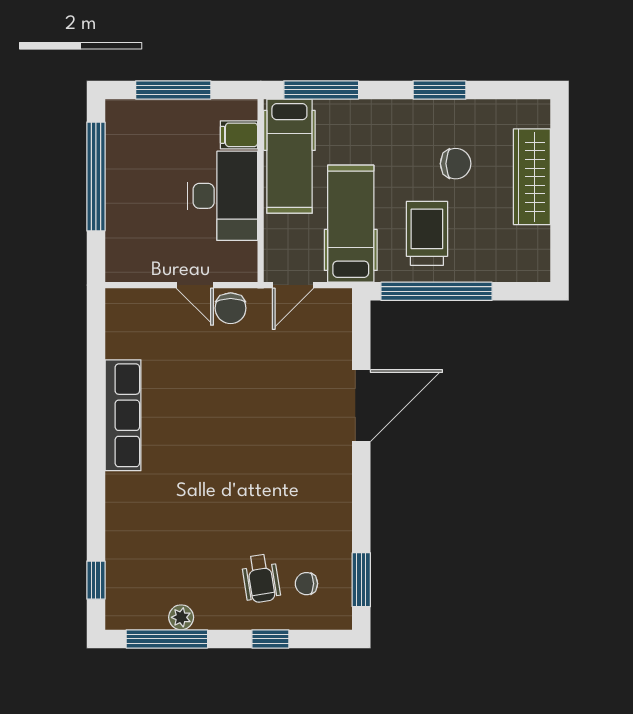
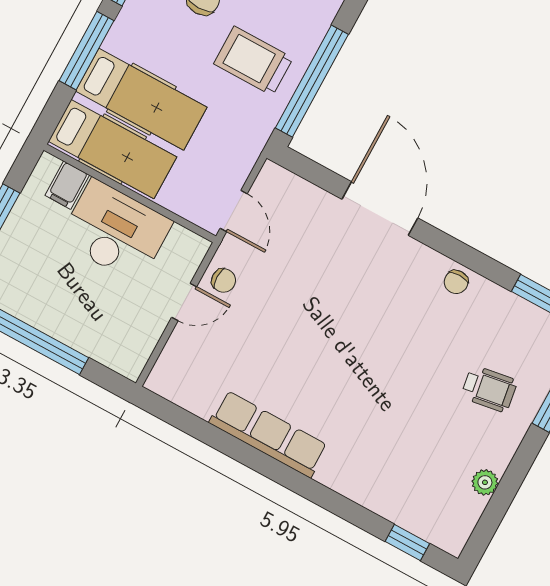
window: (321, 90) -> (87, 51), moved
hospital bed: (351, 224) -> (141, 99), moved, turned 180
chair: (231, 308) -> (224, 280), width x0.73, depth x0.73
chair: (306, 584) -> (456, 282), moved
window: (167, 639) -> (498, 506), removed

